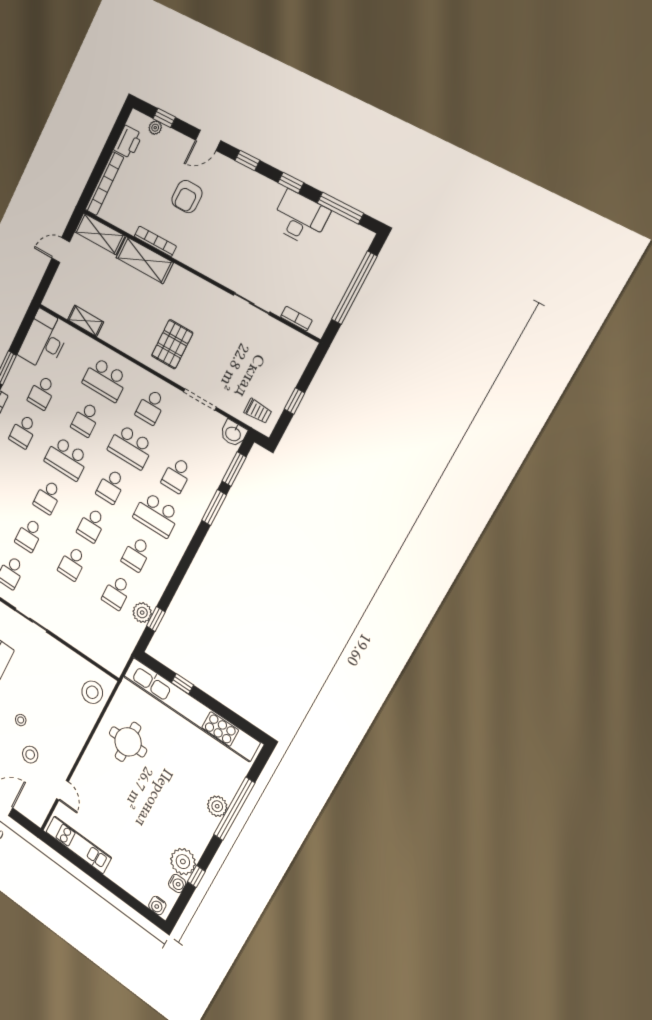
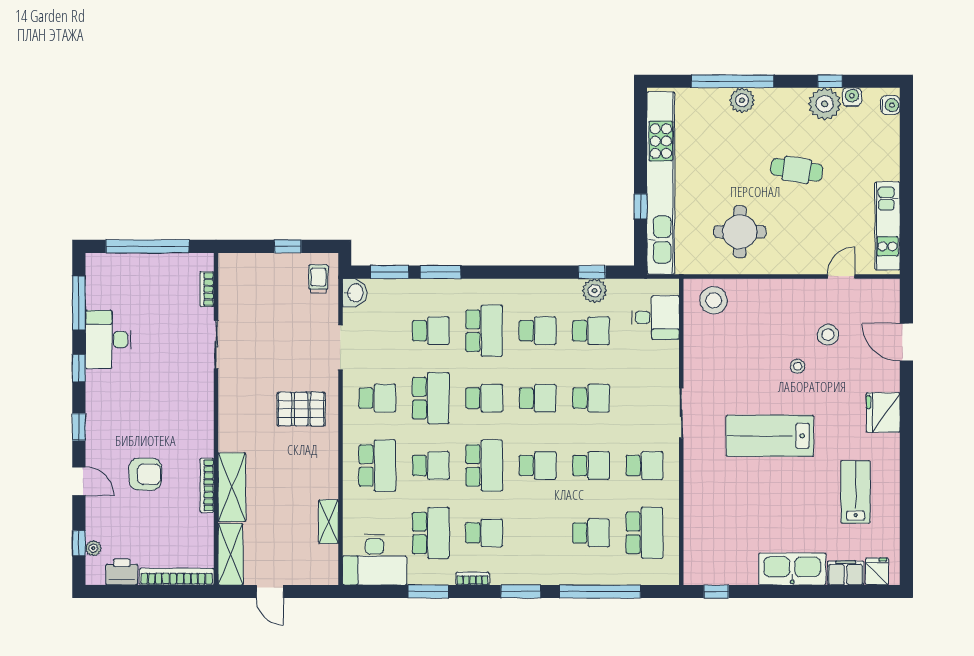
school desk: (42, 392) -> (431, 533), width x1.85
desk: (102, 644) -> (655, 317), added
cafe table: (149, 810) -> (797, 170), added

